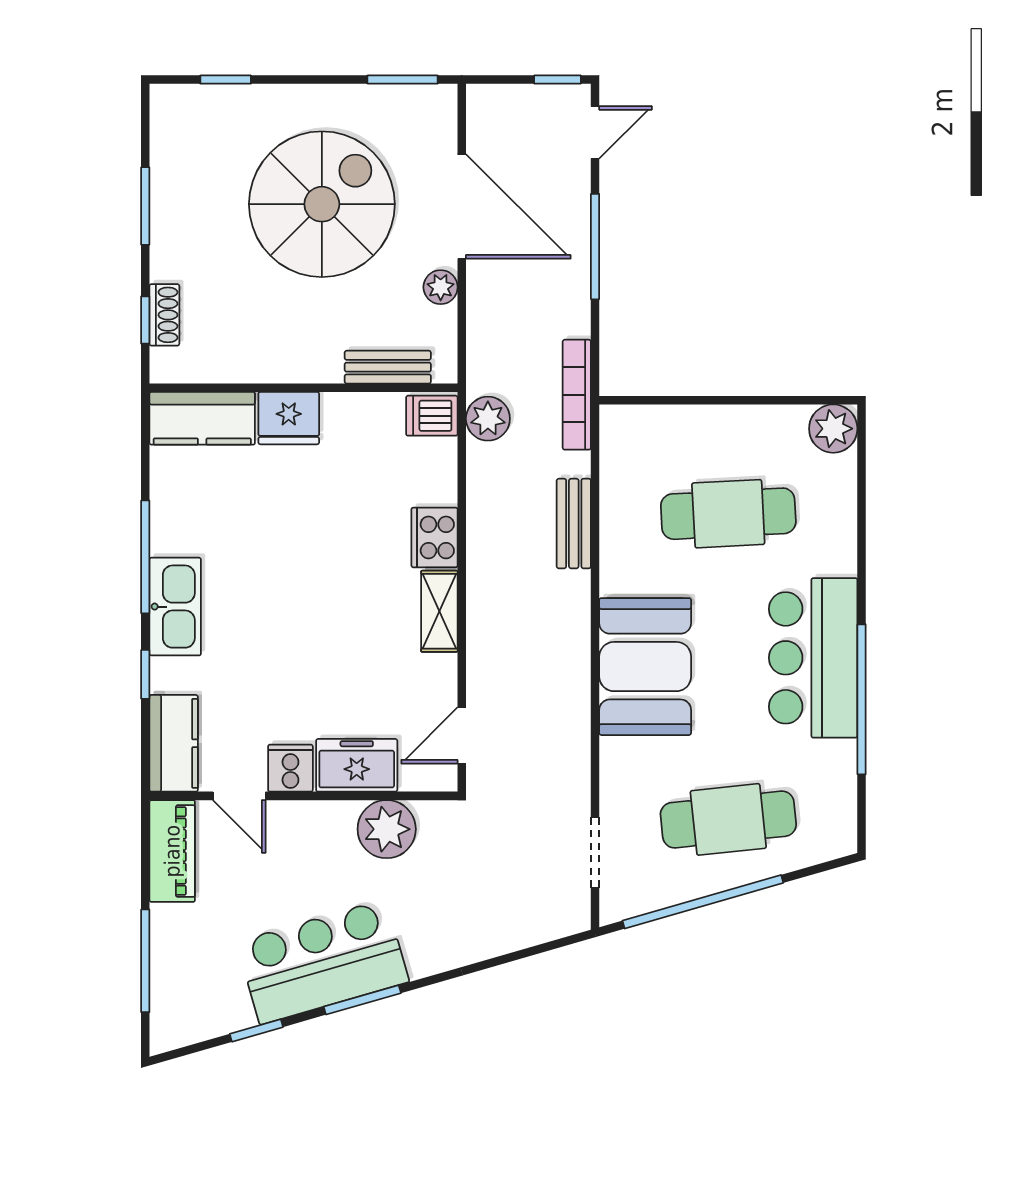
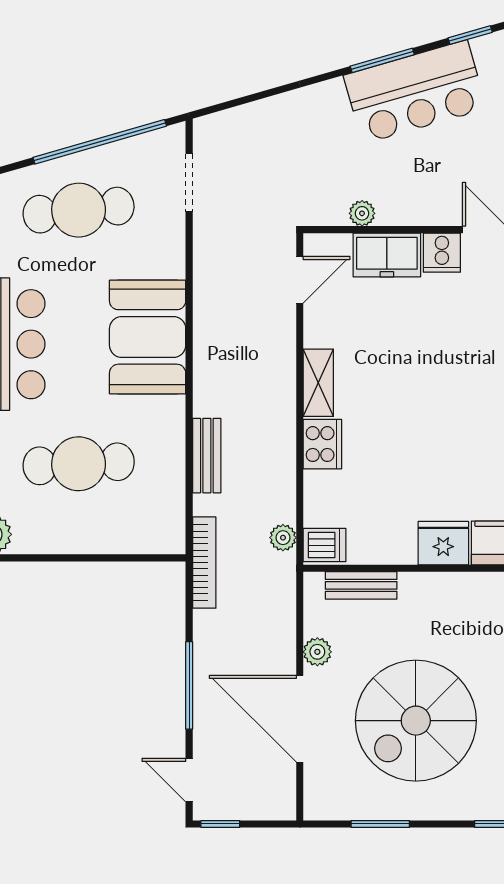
window: (403, 80) -> (380, 824), moved
door: (595, 132) -> (189, 780), hinge flipped
plant: (488, 419) -> (283, 538), width x0.73, depth x0.73
plant: (387, 829) -> (362, 213), width x0.53, depth x0.53

